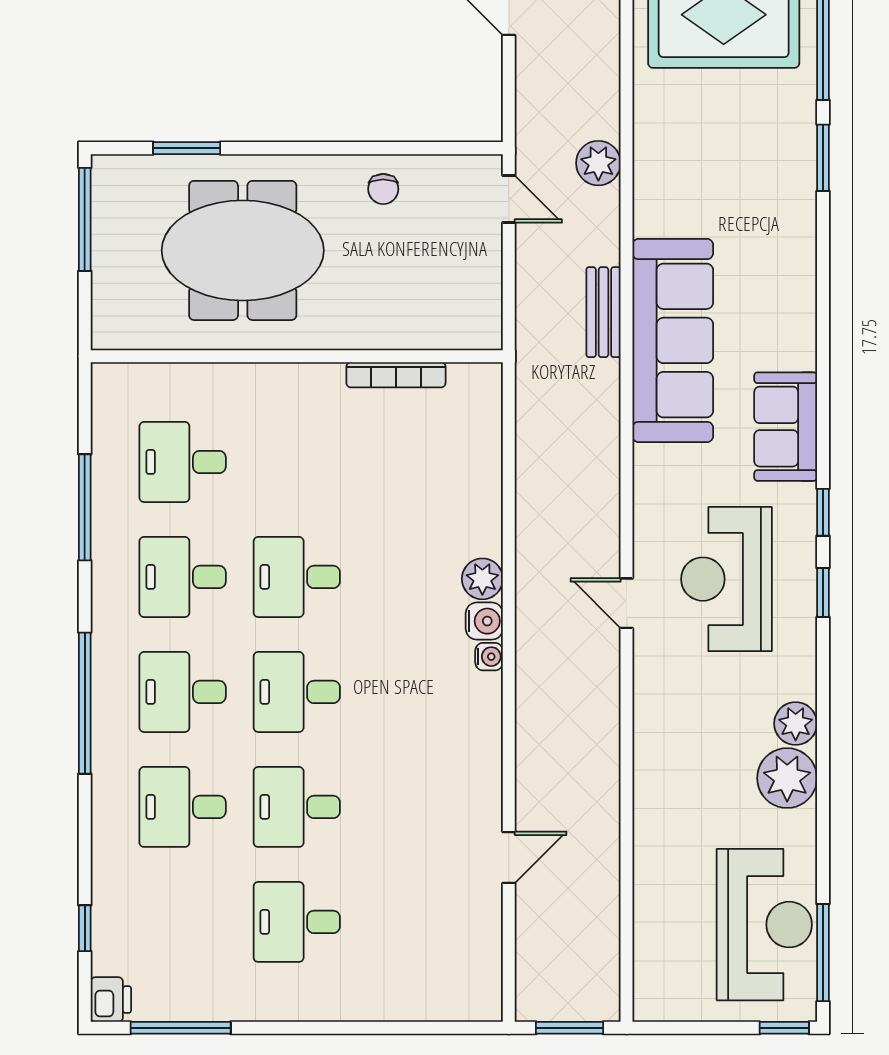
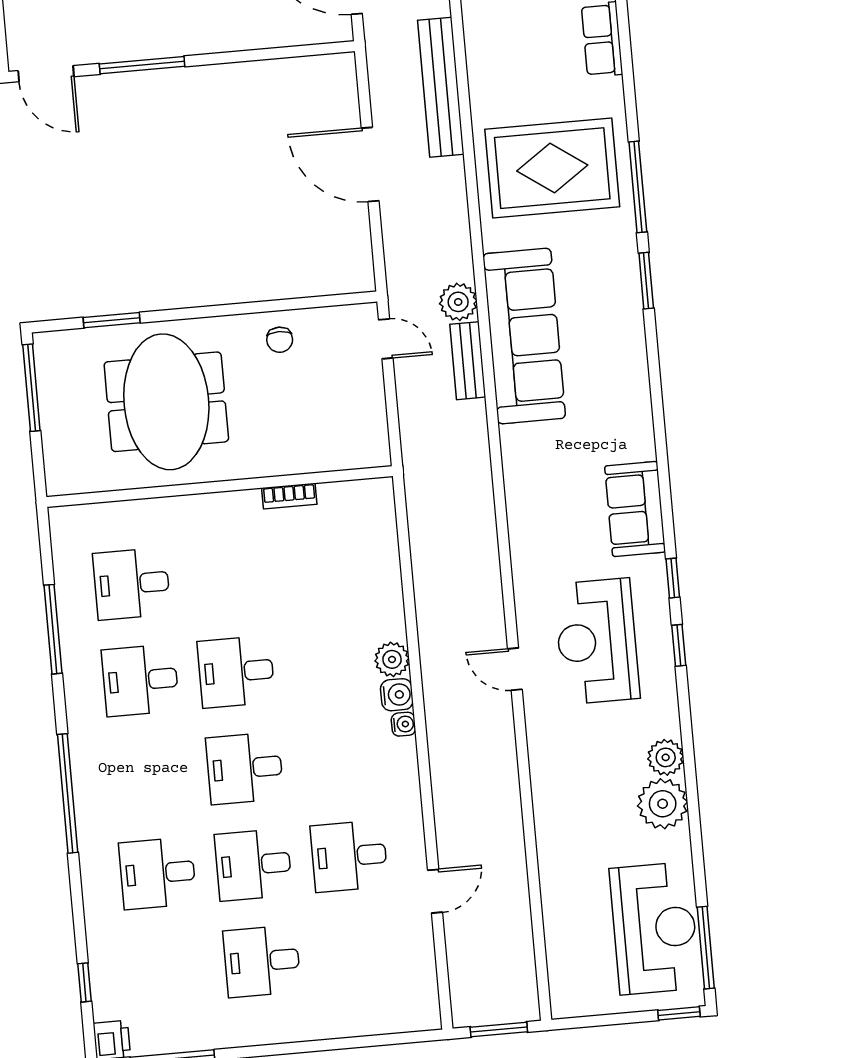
meeting table: (243, 250) -> (166, 402), turned 90
bench: (603, 312) -> (468, 361), moved
sofa: (673, 340) -> (524, 336), moved
bookcase: (396, 375) -> (289, 496), width x0.64
desk: (183, 692) -> (349, 856), moved

